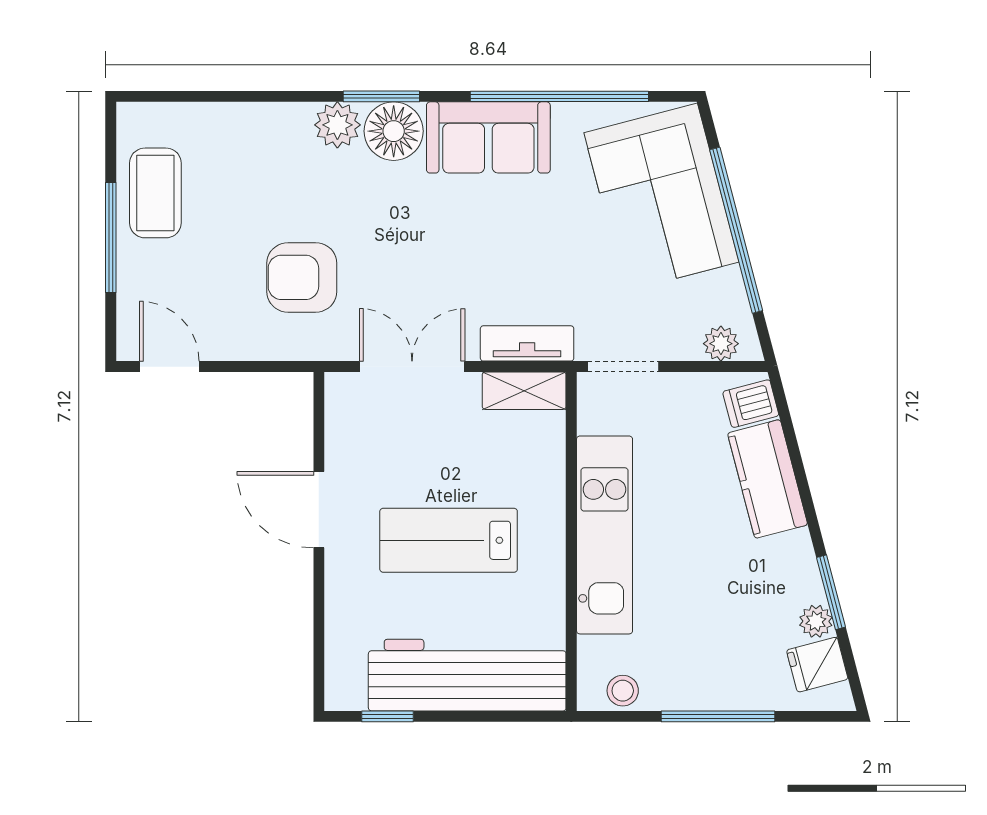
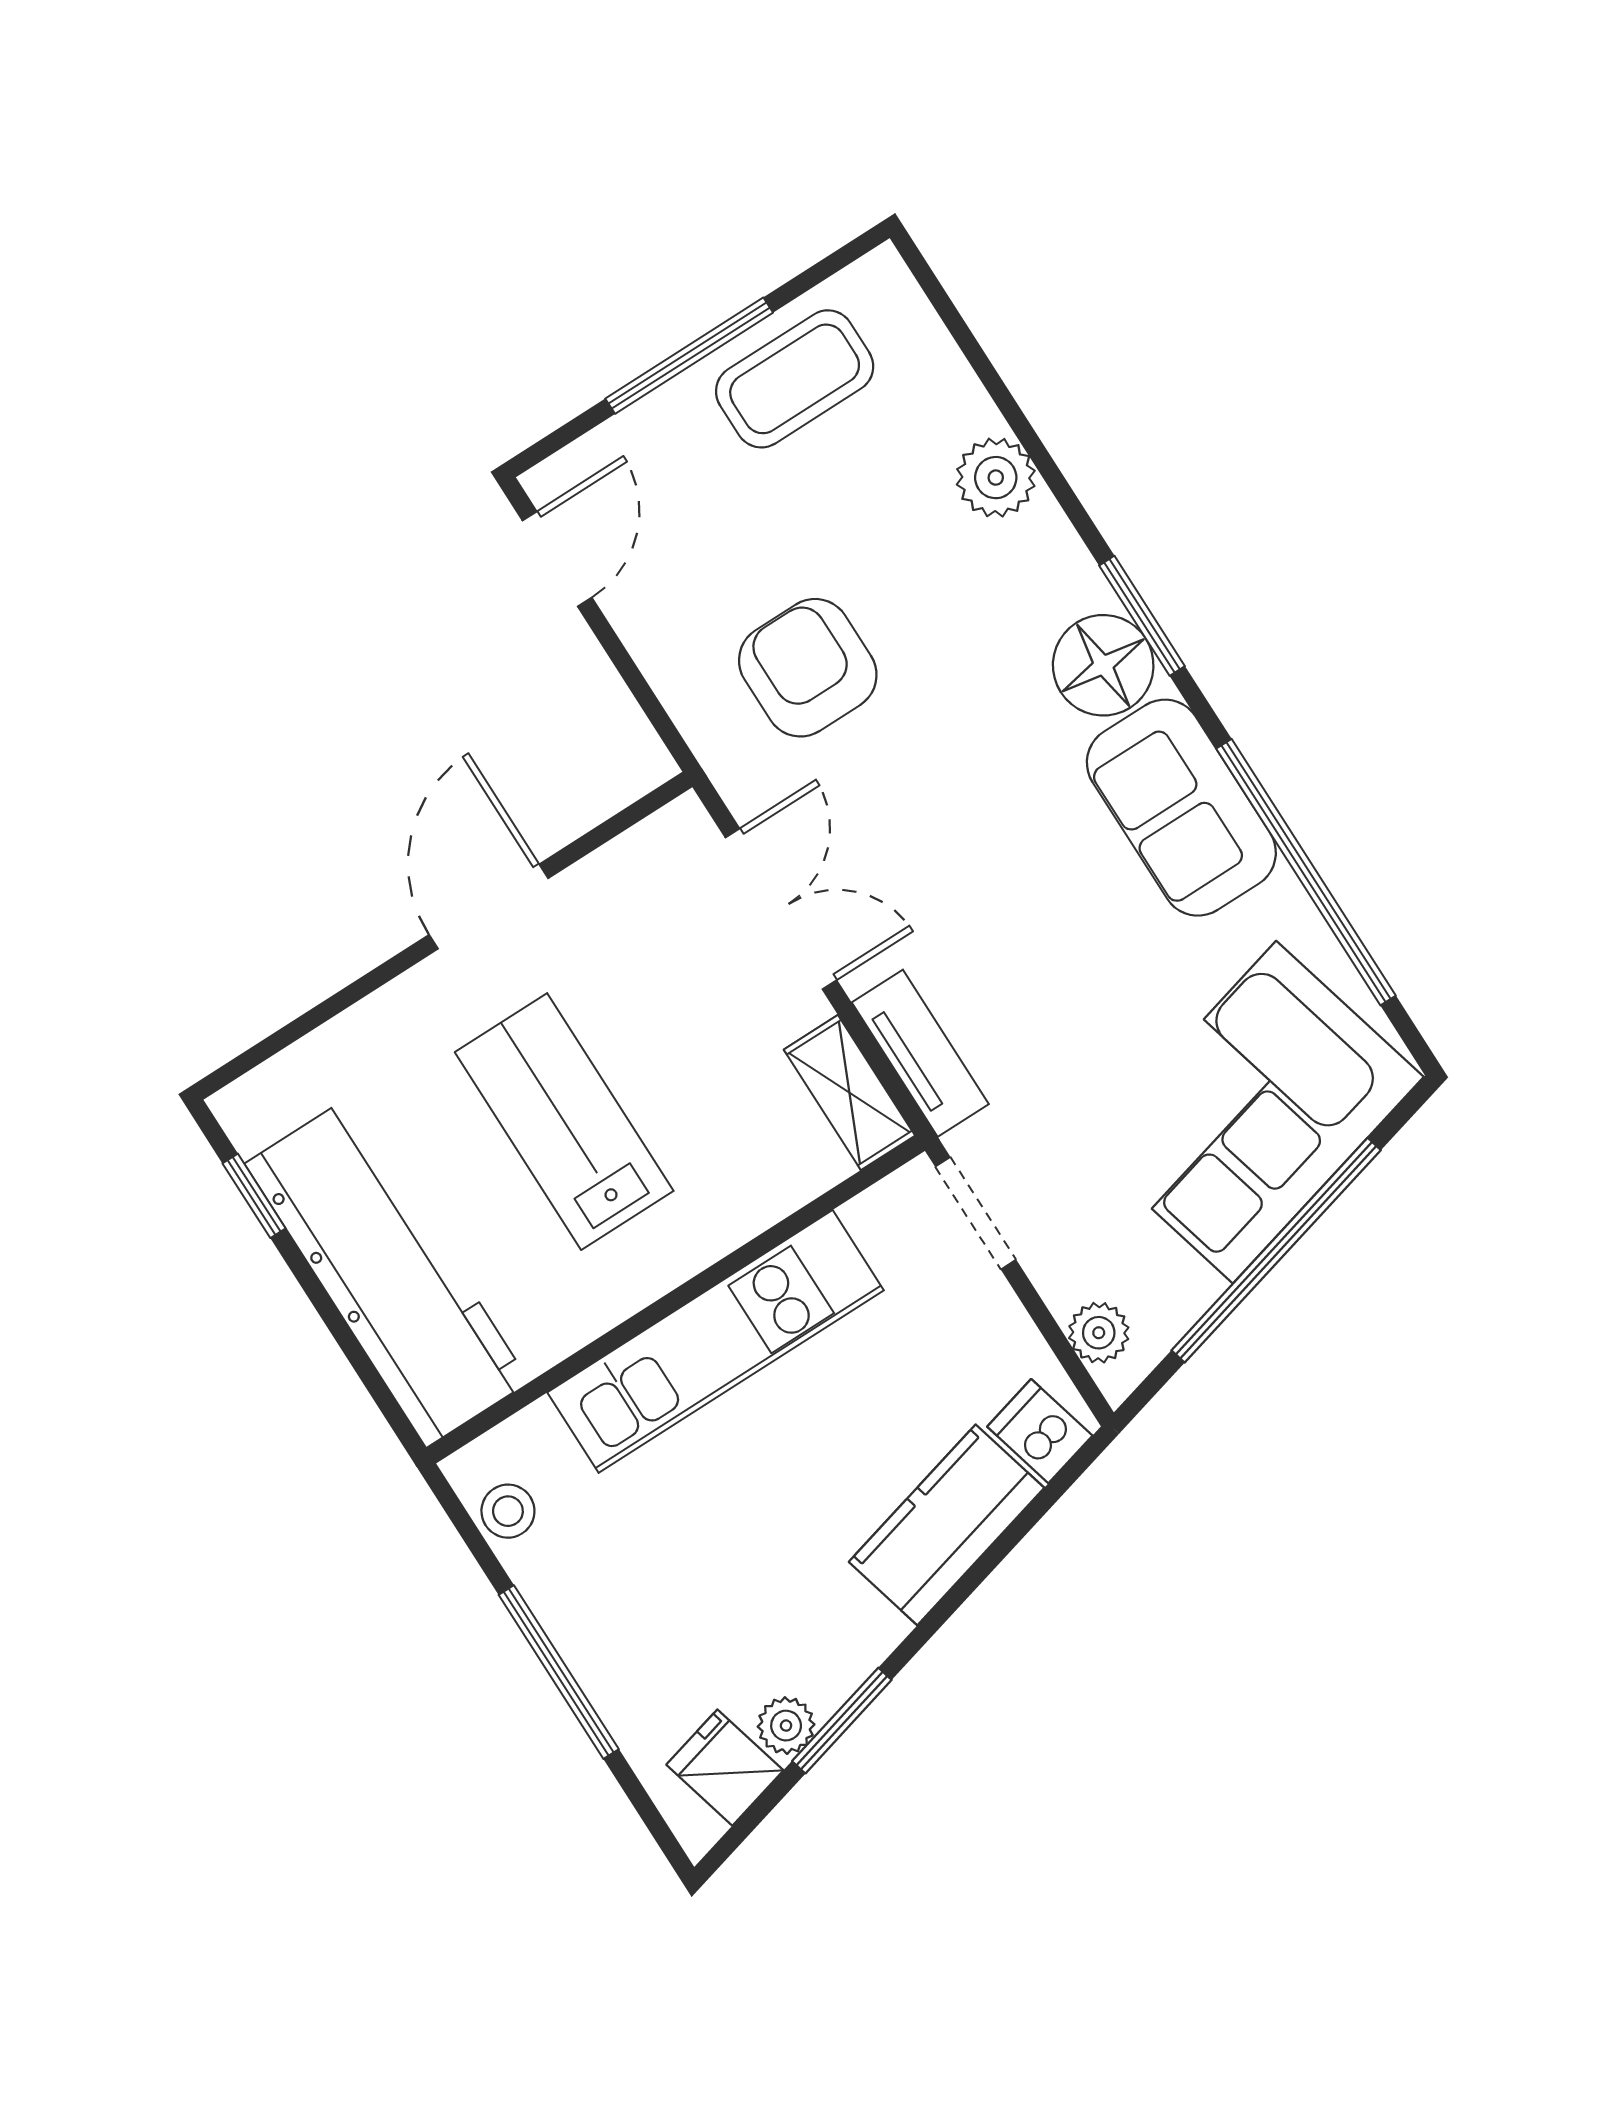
plant: (337, 125) -> (996, 478), moved

